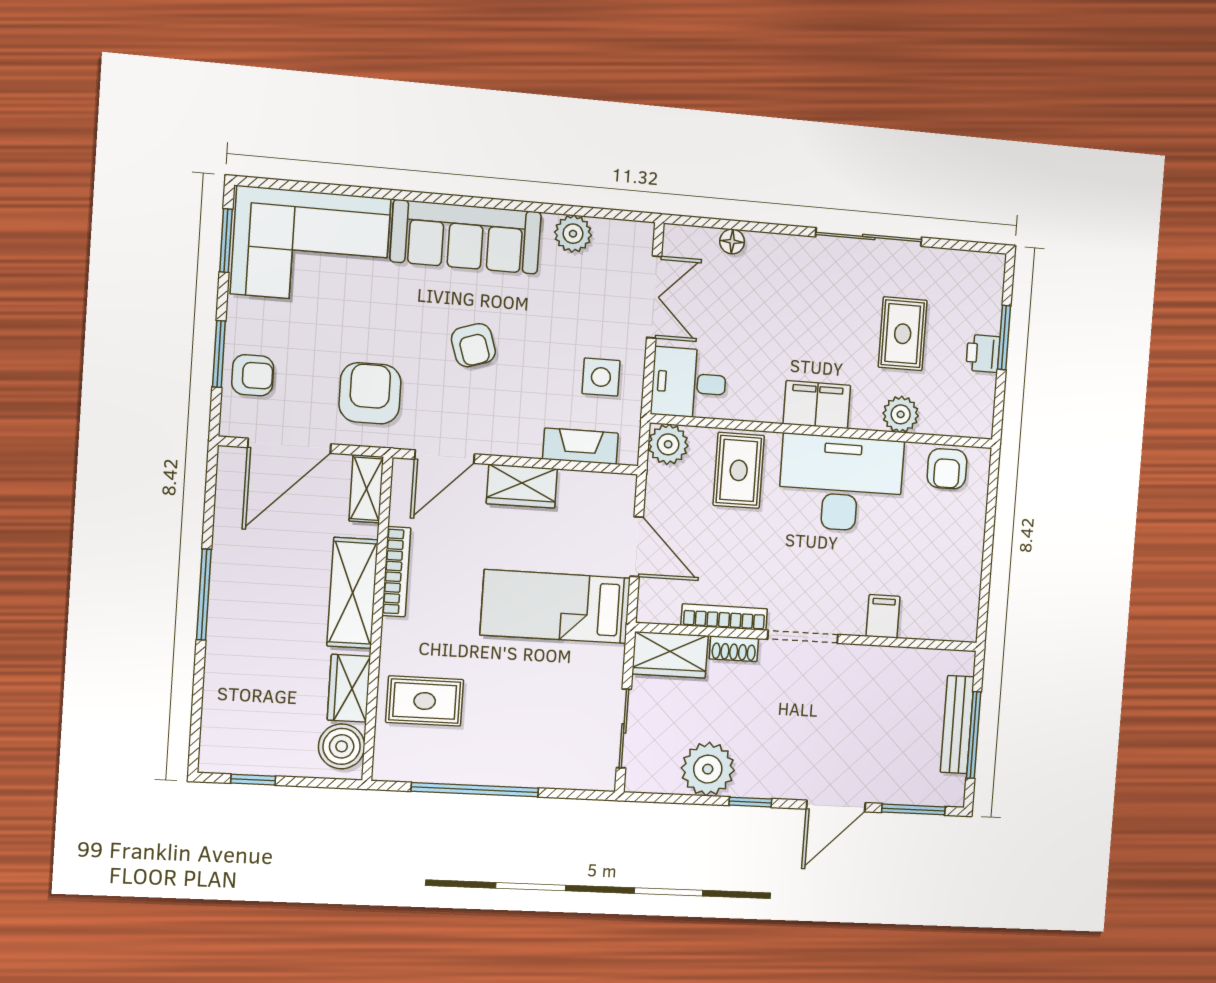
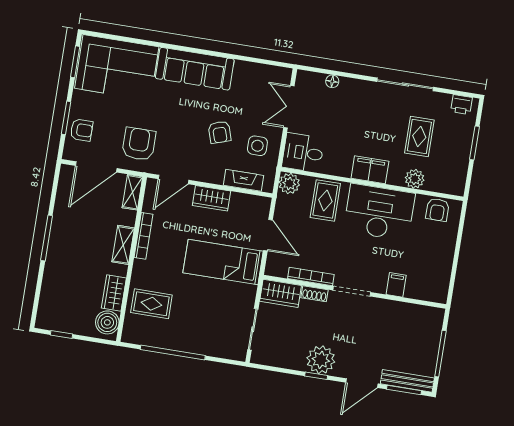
plant: (573, 234) -> (250, 71), removed
double door: (654, 297) -> (289, 107), swing flipped
armchair: (473, 345) -> (220, 132), moved
printer: (983, 353) -> (461, 105), moved, turned -90
shelving: (353, 593) -> (123, 245), width x0.67, depth x0.75
bench: (957, 725) -> (407, 381), moved, turned 90
plant: (708, 769) -> (321, 360), moved

